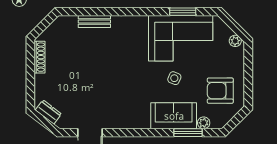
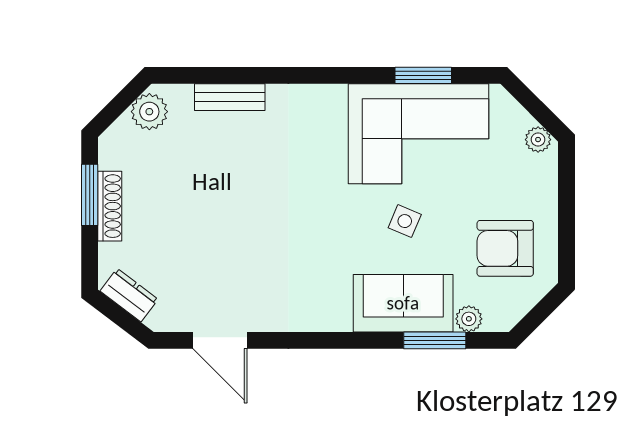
plant: (58, 28) -> (149, 112), added
shoe rack: (40, 57) -> (110, 206), moved
window: (30, 66) -> (90, 195), added

